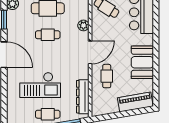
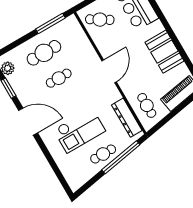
plant: (83, 25) -> (88, 49), removed
cafe table: (107, 76) -> (147, 105), moved

